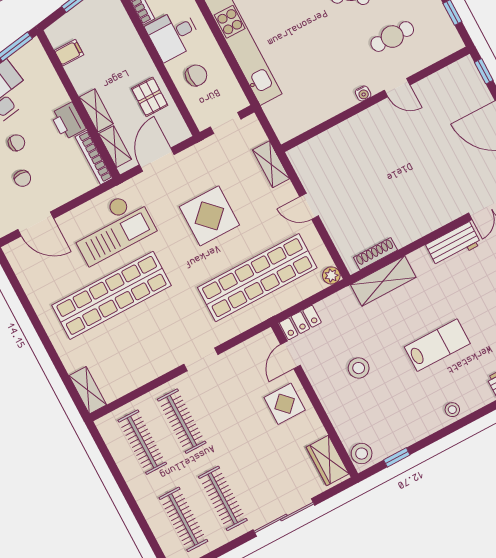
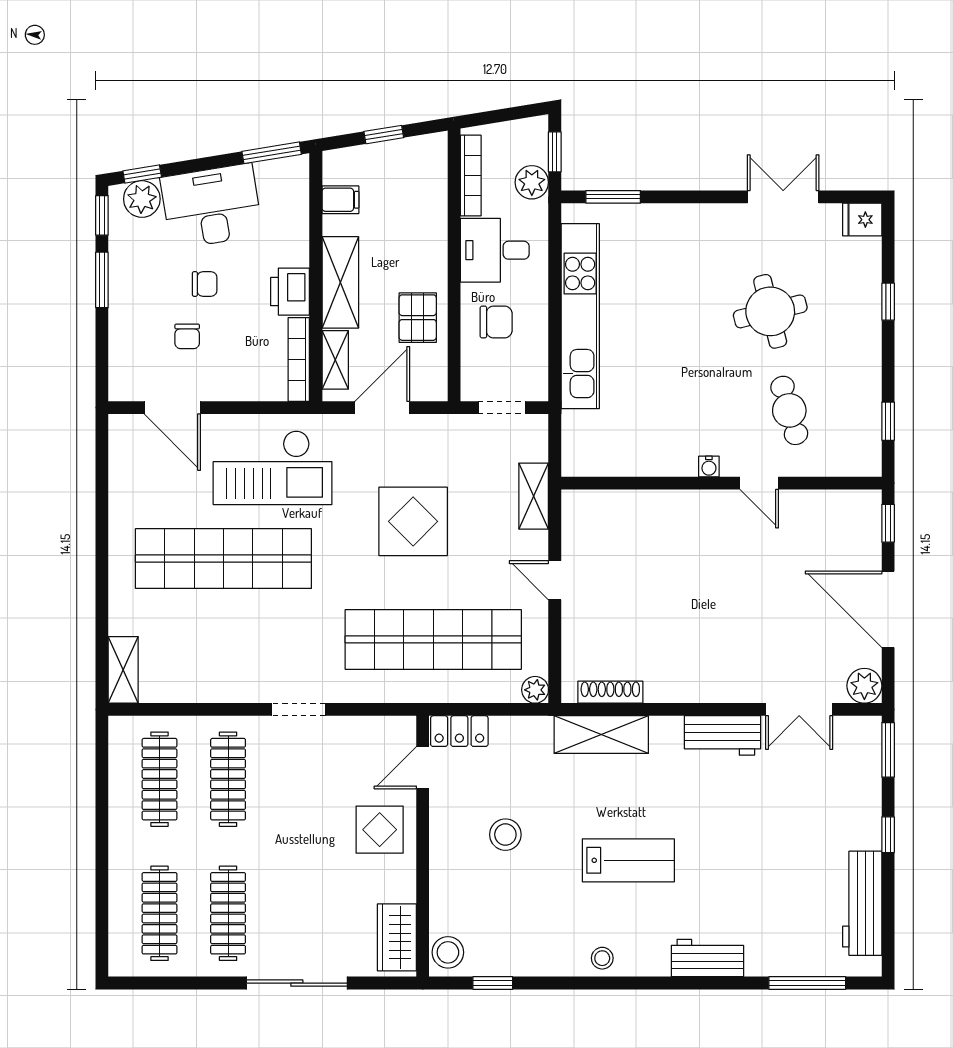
cafe table: (392, 37) -> (789, 410), turned 74
shelving: (96, 110) -> (340, 282), width x1.50, depth x1.33

